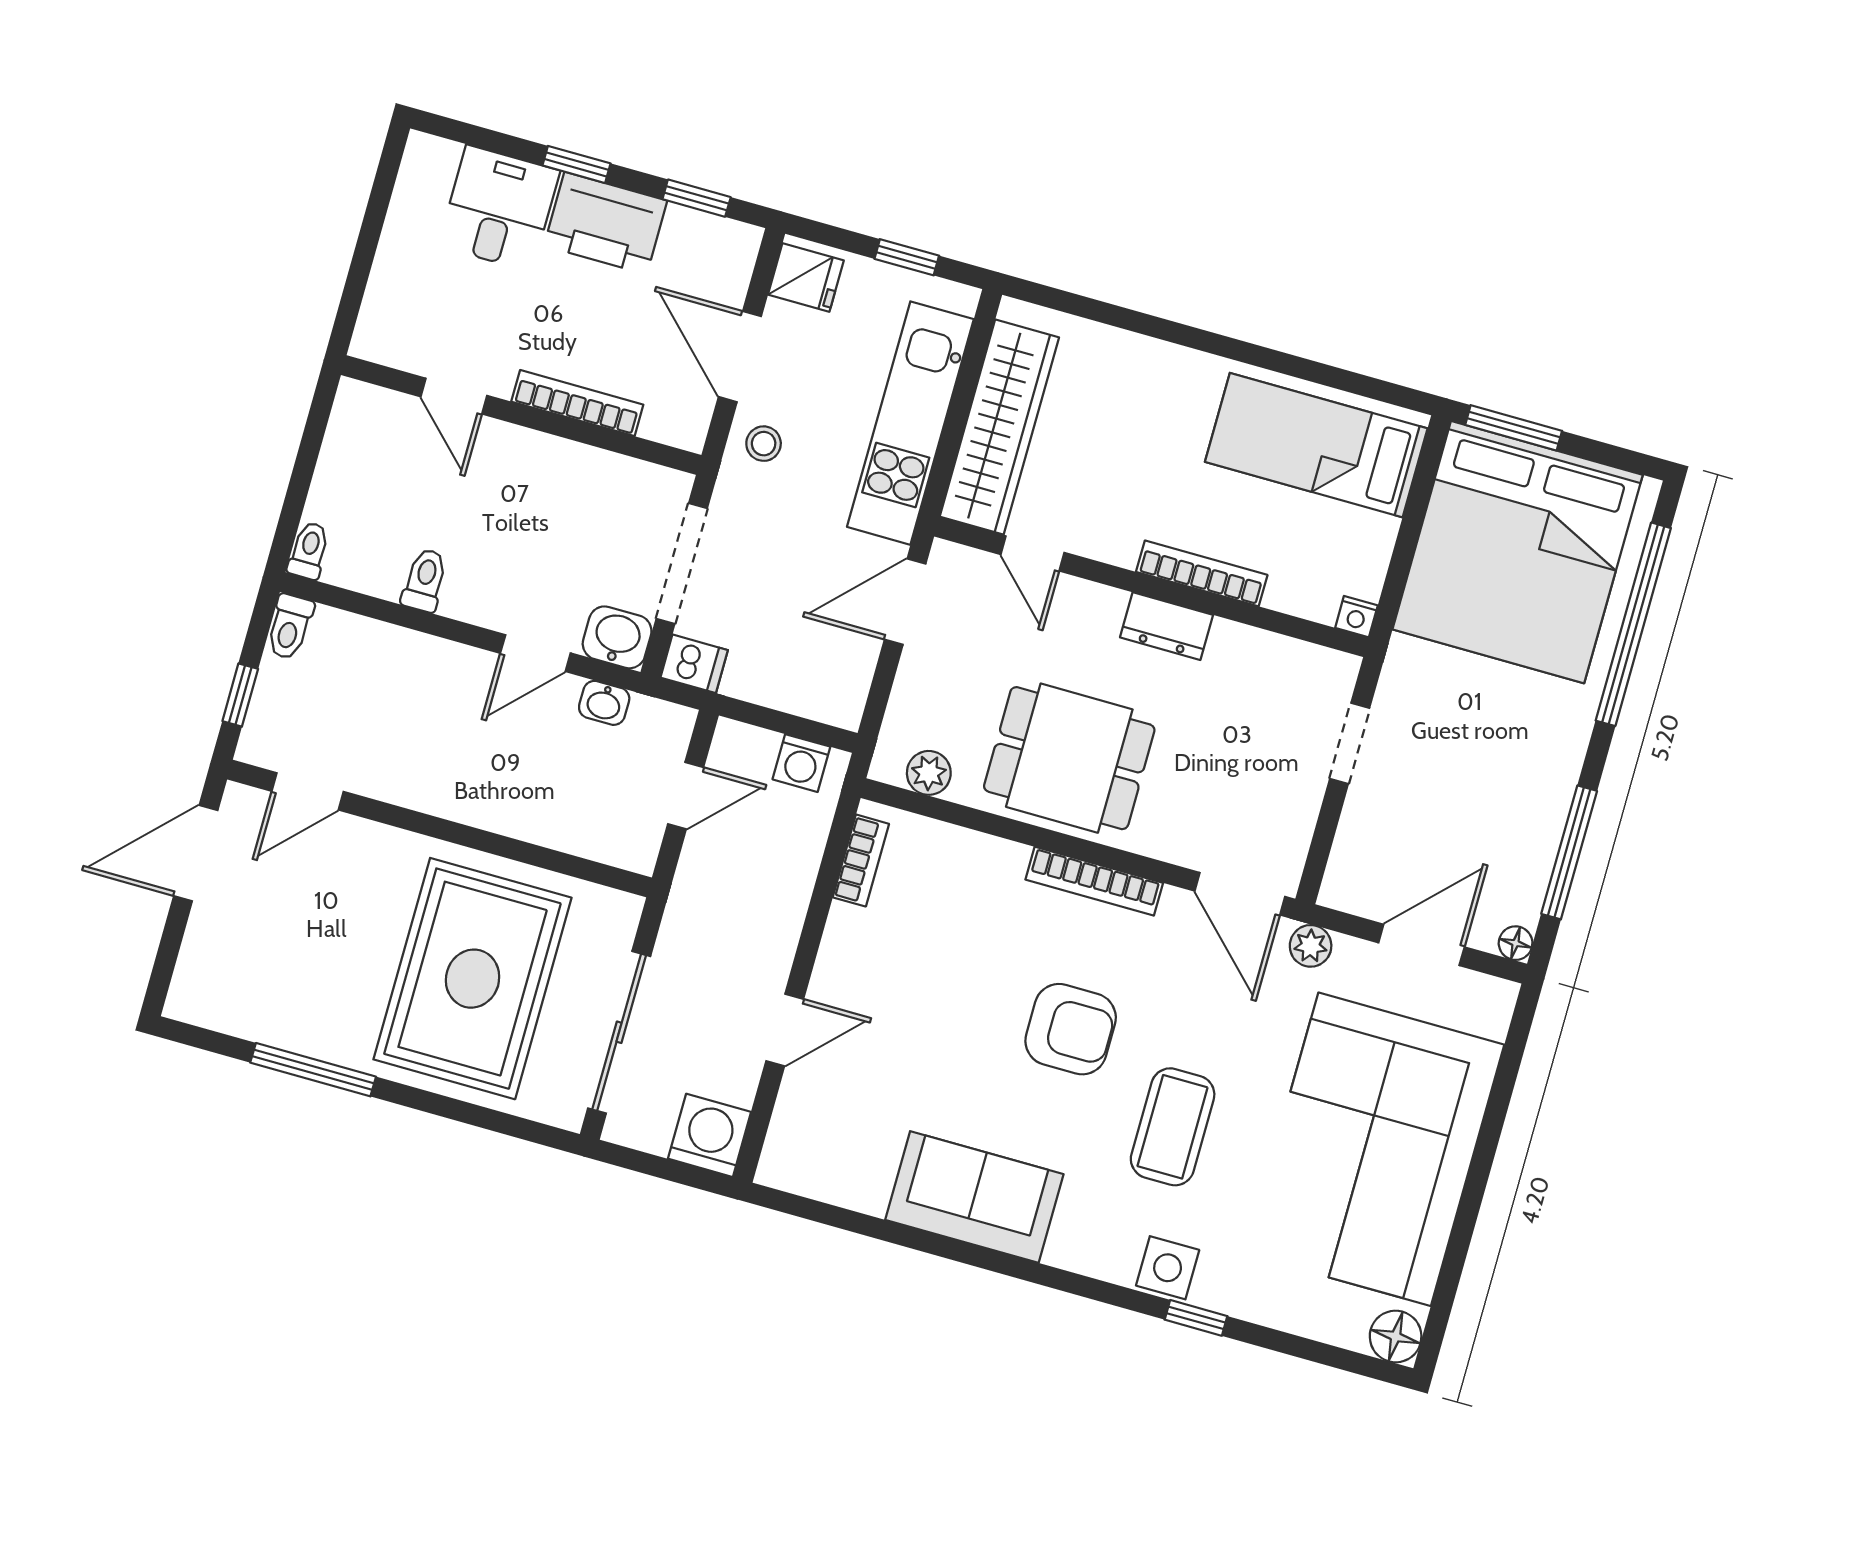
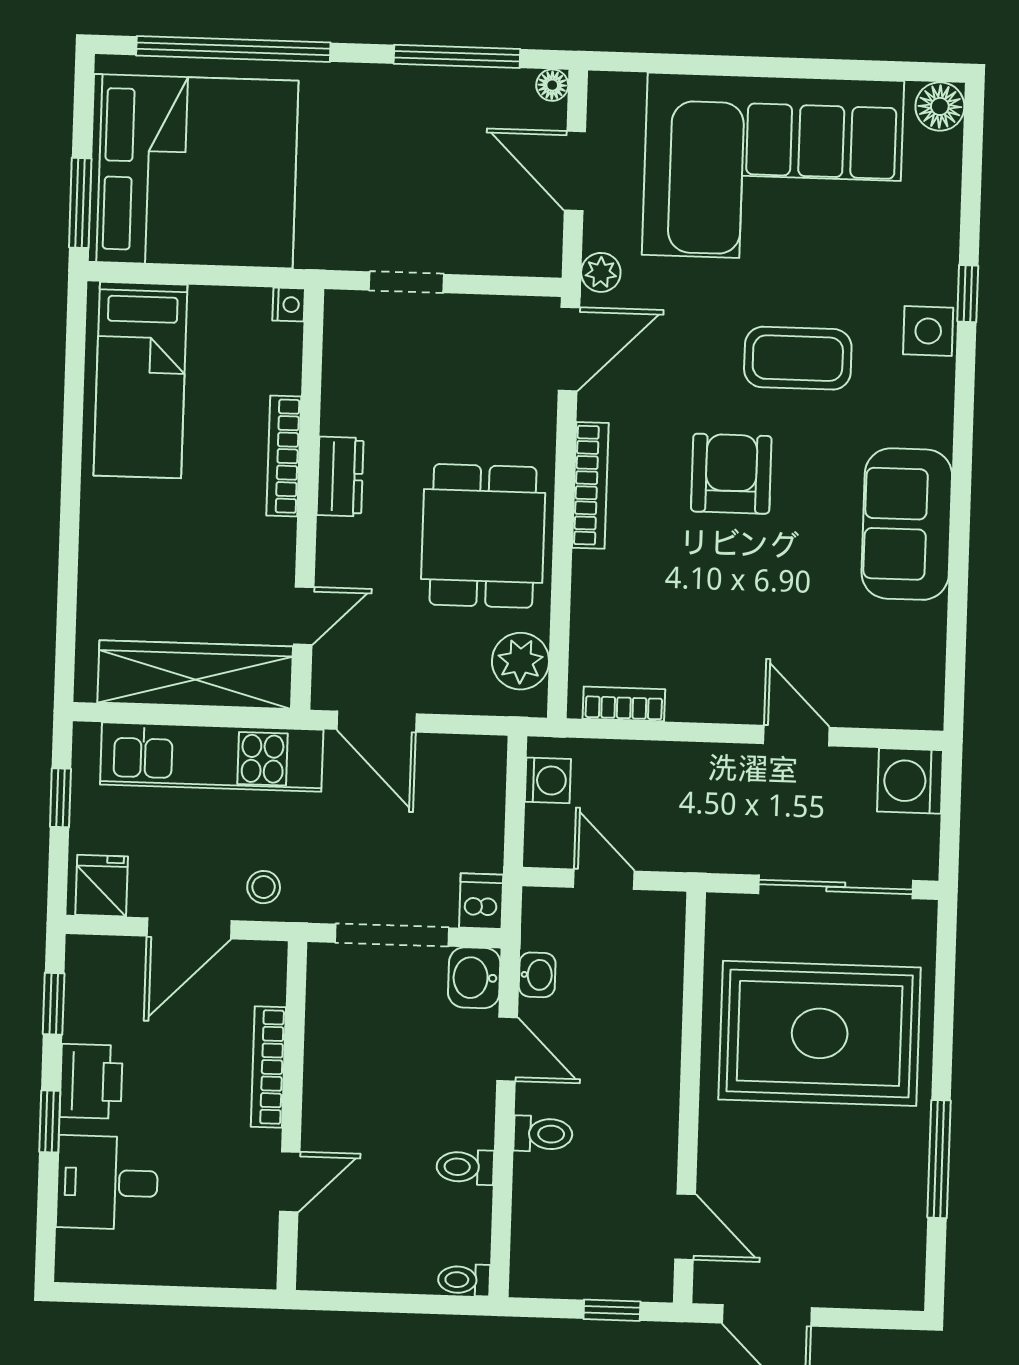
printer: (606, 223) -> (91, 1081), width x0.73, depth x0.84
toilet: (290, 627) -> (543, 1134), moved
plant: (929, 773) -> (520, 661), width x1.38, depth x1.38

